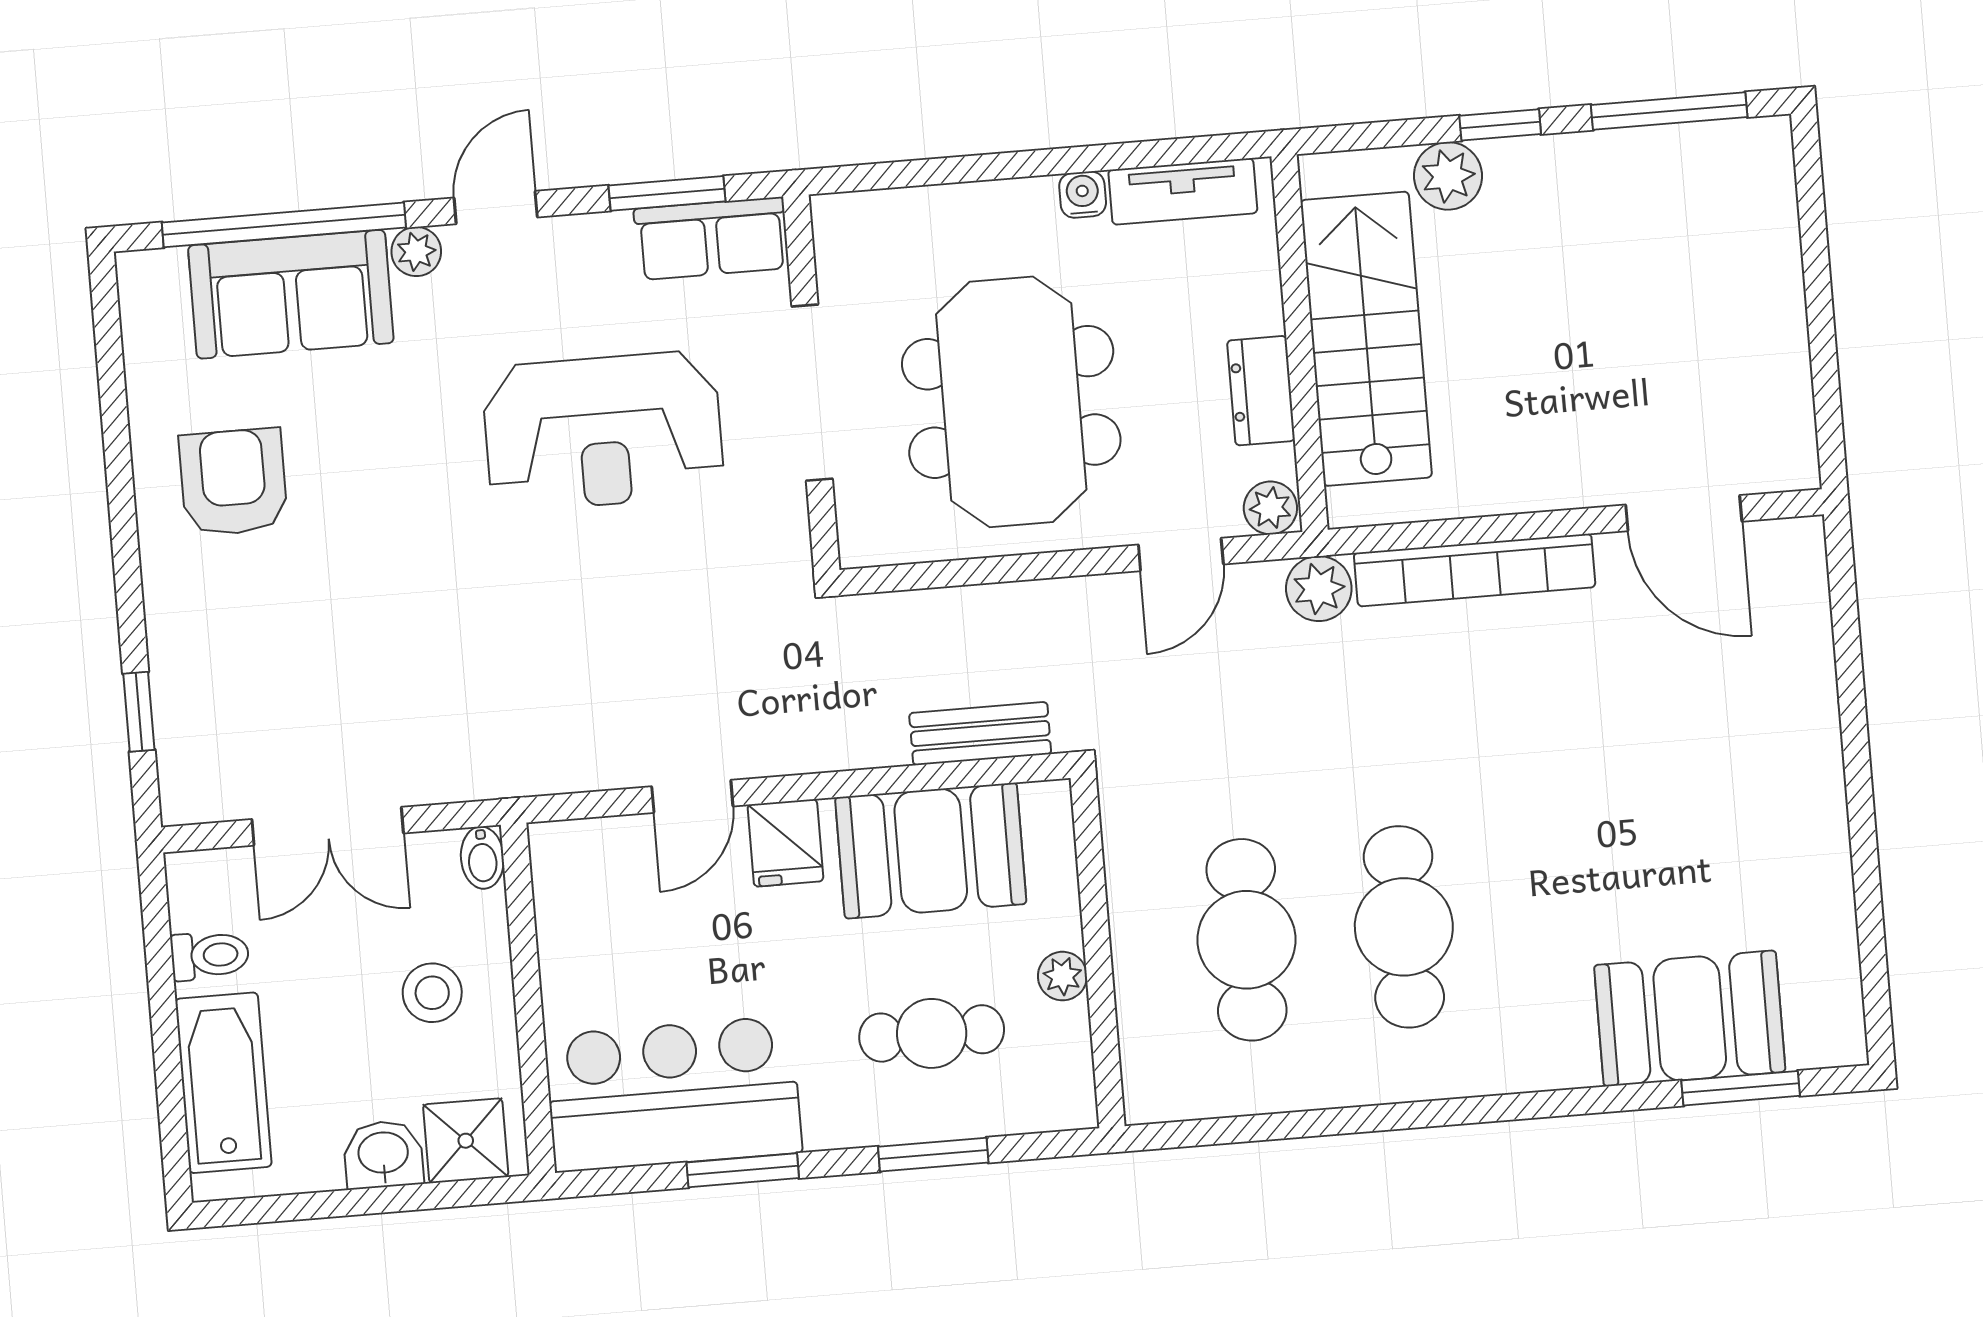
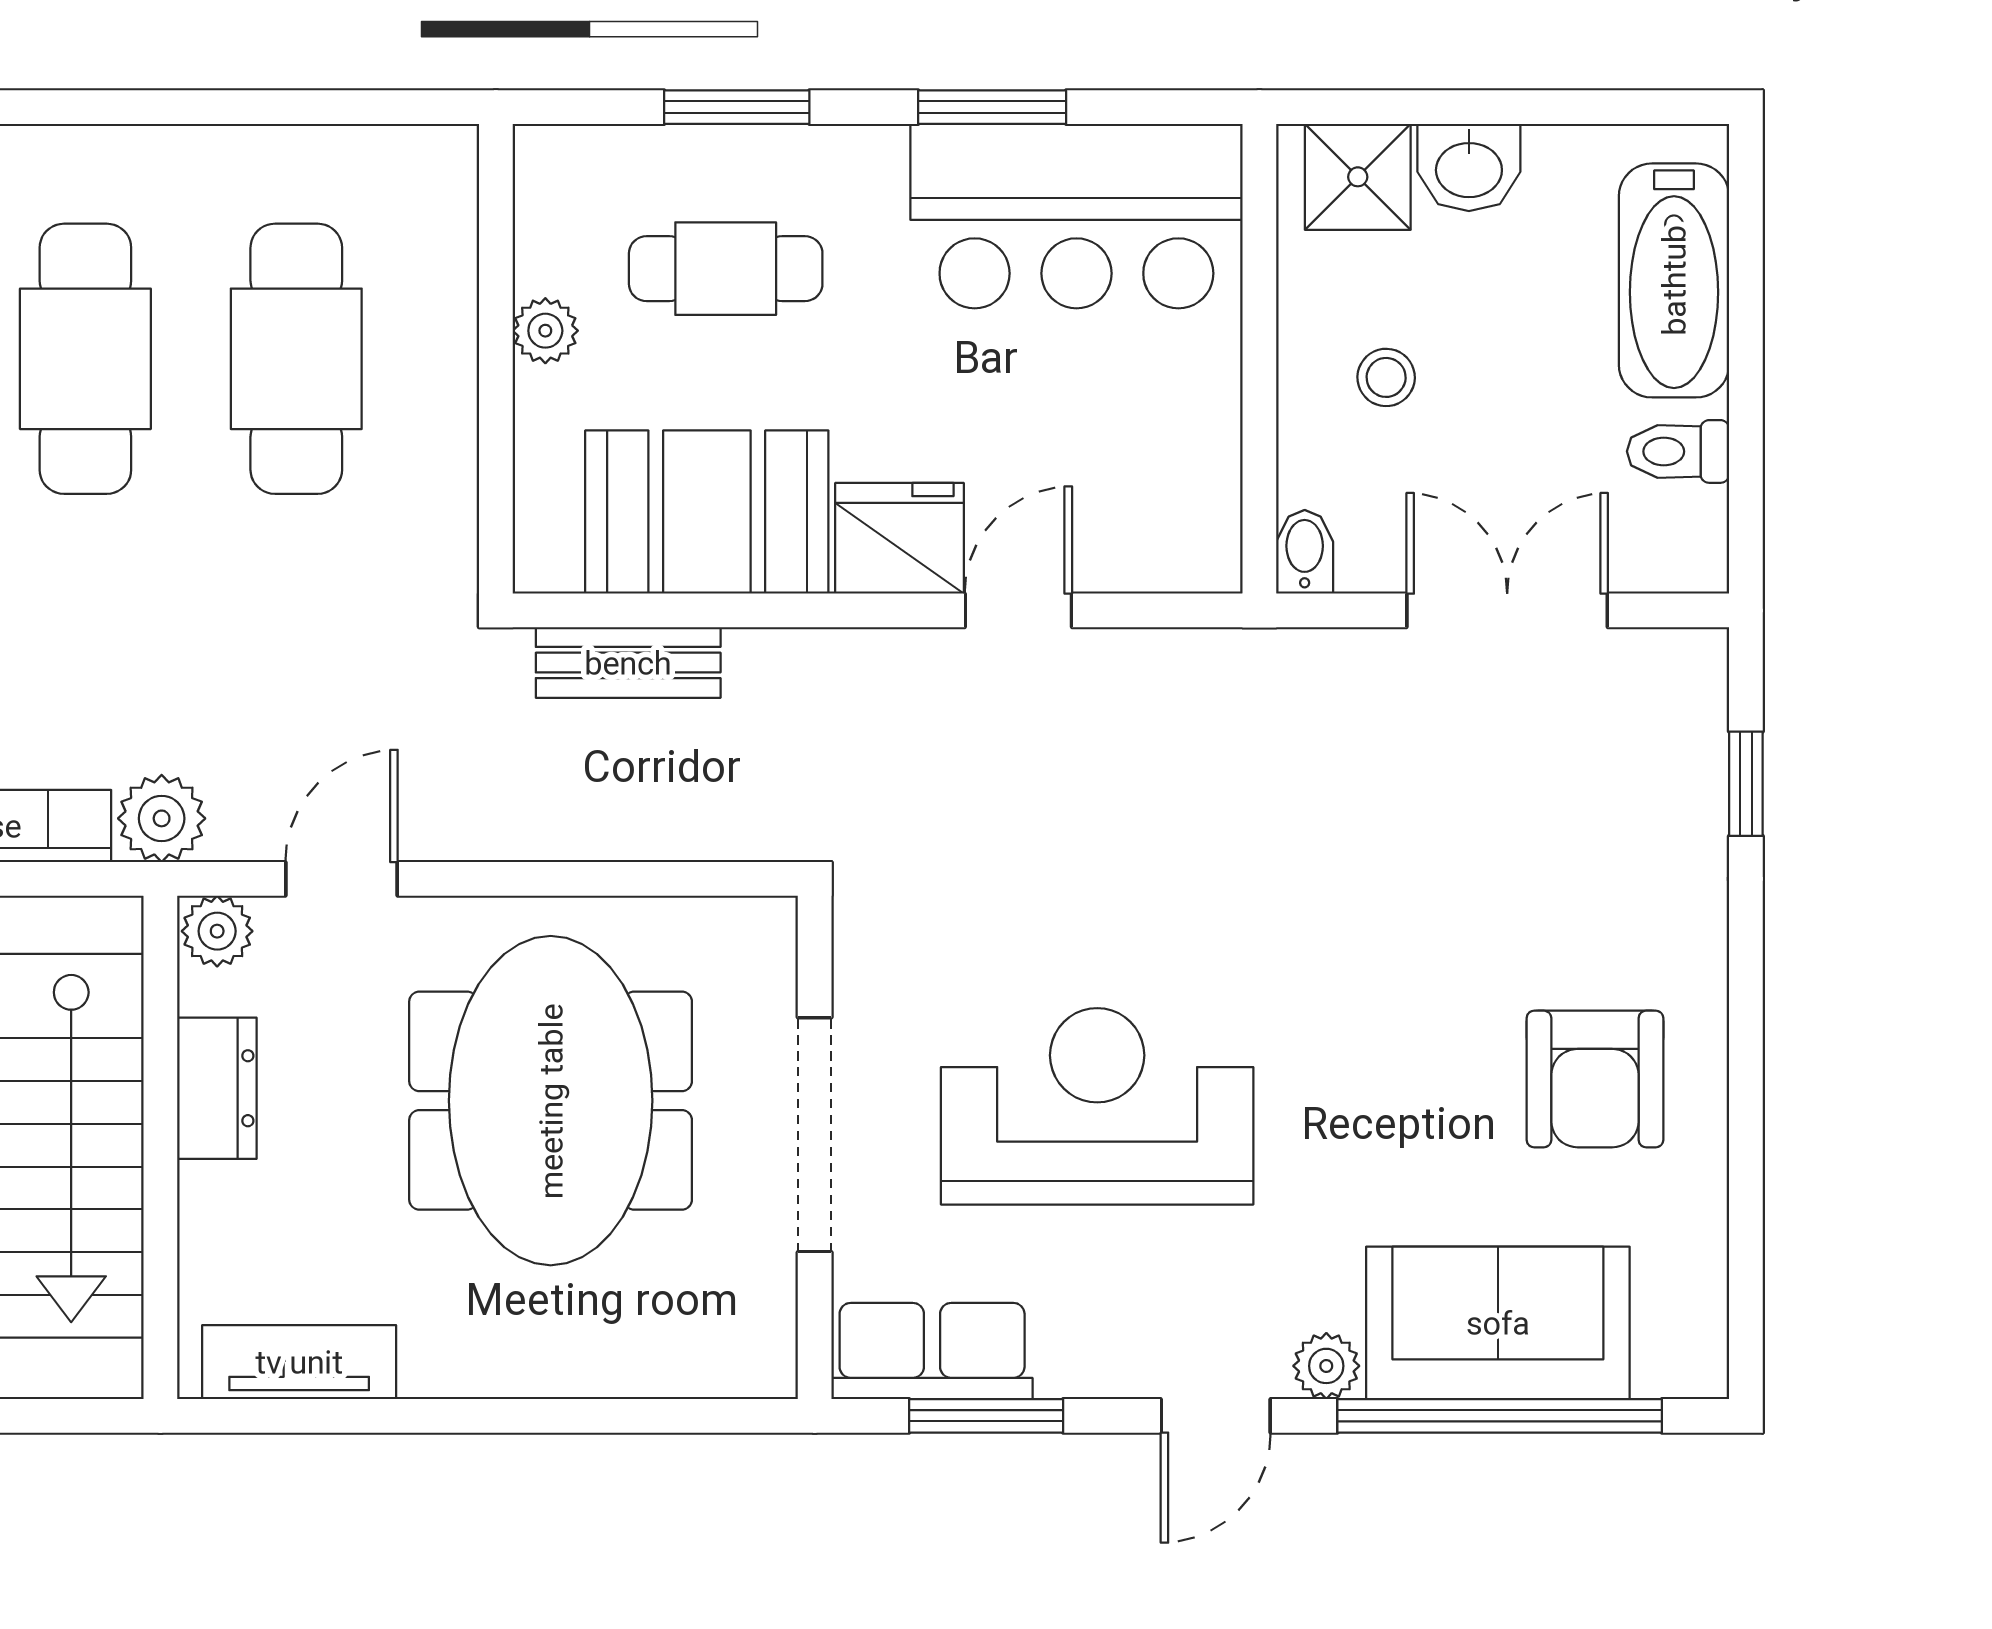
water cooler: (1083, 195) -> (433, 1369), removed
fridge: (785, 843) -> (899, 538), width x1.38
stool: (432, 993) -> (1386, 377), width x0.73, depth x0.73

